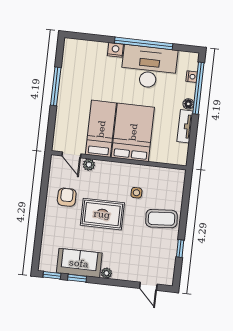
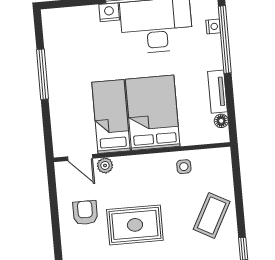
floor lamp: (188, 104) -> (221, 121), moved
side table: (136, 193) -> (184, 167), moved
coffee table: (161, 219) -> (212, 215), turned -58

